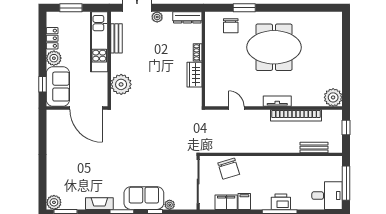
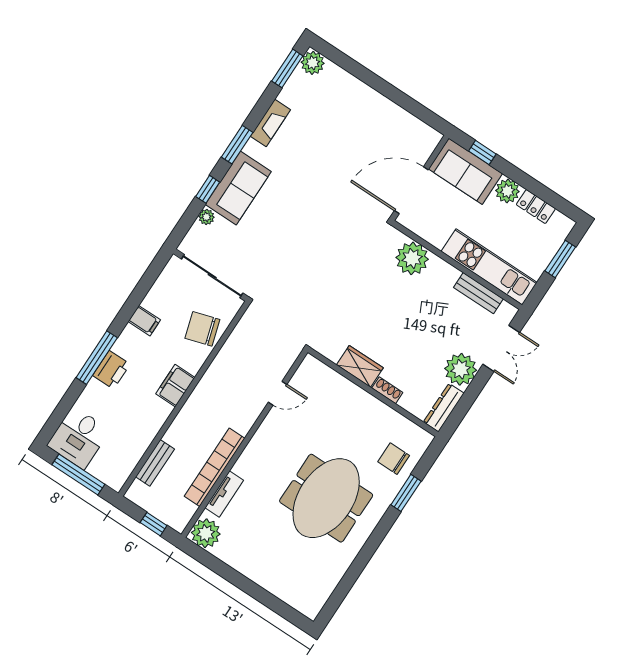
plant: (157, 17) -> (461, 369), width x1.88, depth x1.88
tv unit: (277, 101) -> (224, 494), moved
filing cabinet: (226, 202) -> (175, 386), moved, turned 180

